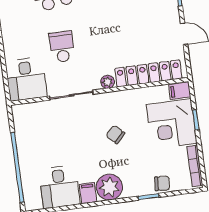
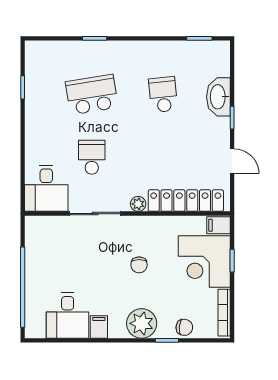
chair: (116, 135) -> (139, 265), turned -134
plant: (109, 187) -> (142, 323), moved

